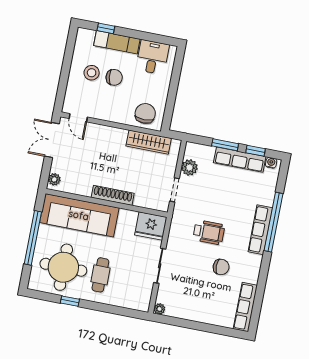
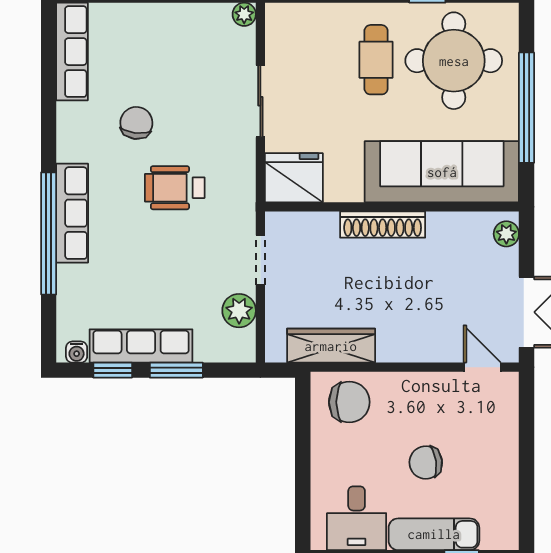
stool: (92, 73) -> (473, 463), removed
chair: (145, 113) -> (349, 402), turned -90
chair: (221, 267) -> (136, 123), turned 97

